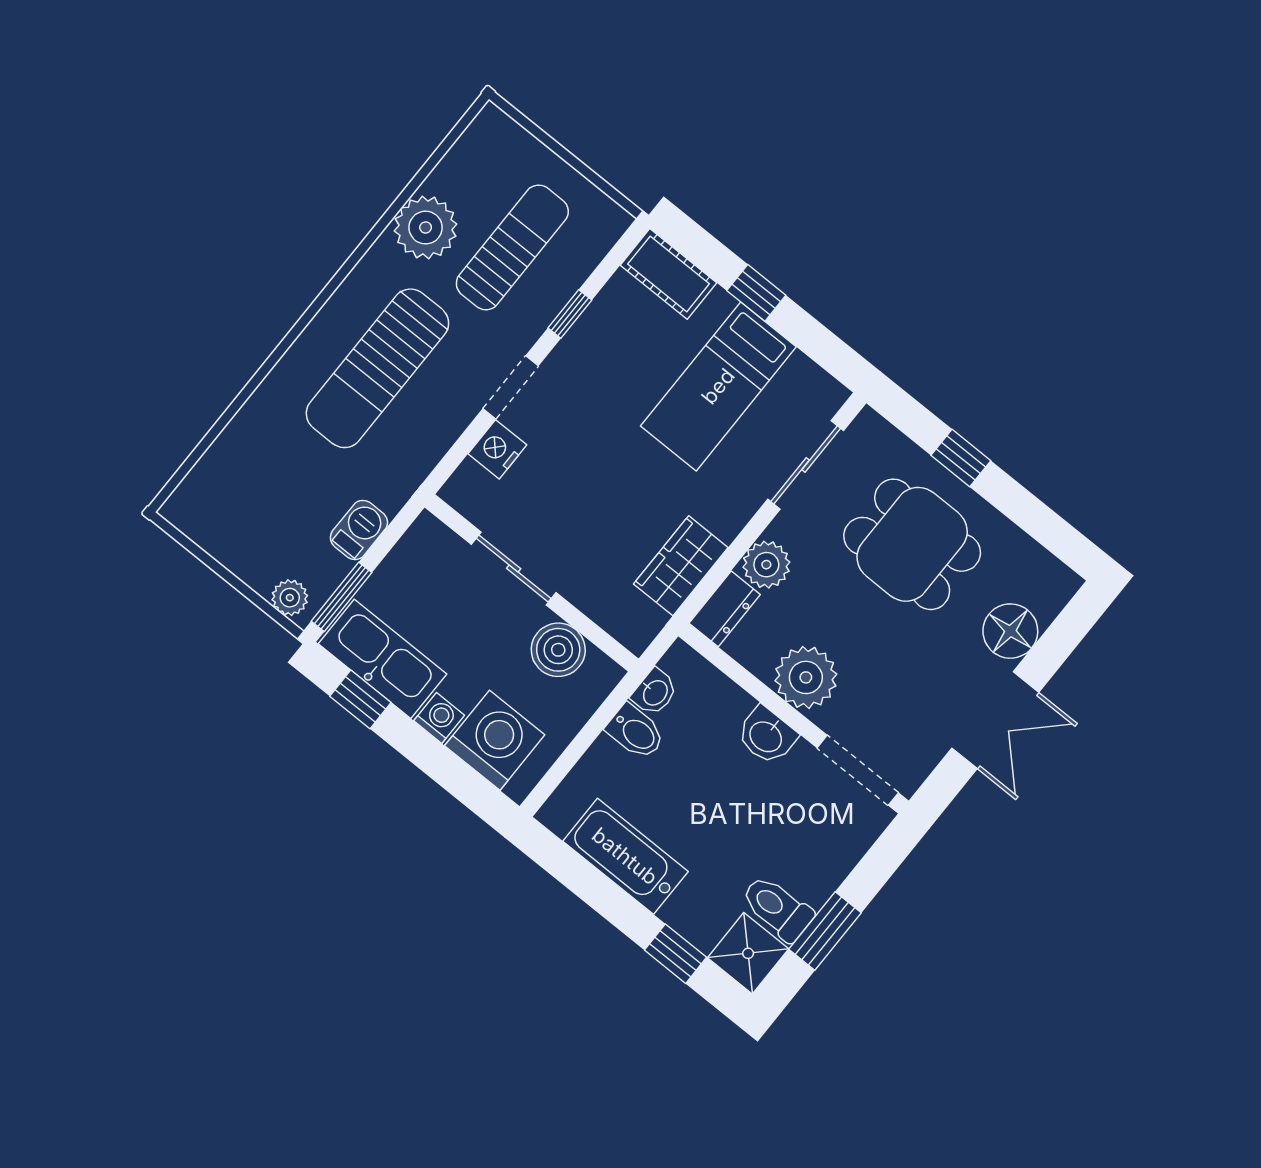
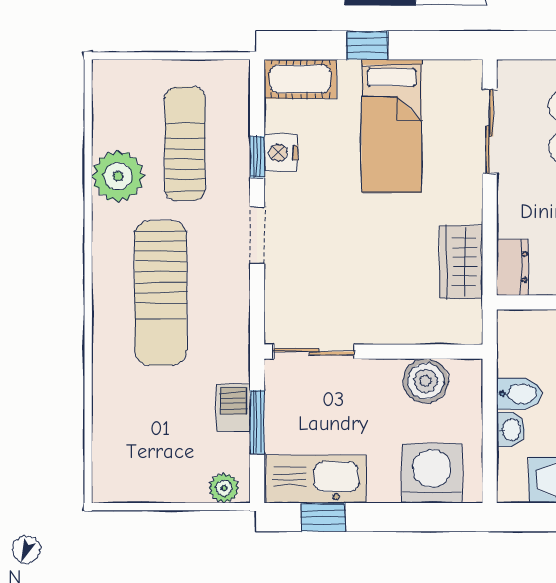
nightstand: (497, 449) -> (281, 153), moved
plant: (766, 565) -> (516, 217), removed
sliding door: (514, 568) -> (314, 352), moved
window: (342, 597) -> (257, 422), moved
washbasin: (655, 692) -> (511, 430), moved
washing machine: (439, 718) -> (384, 488), removed

